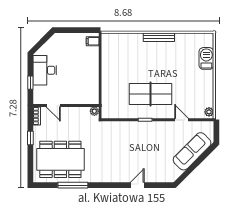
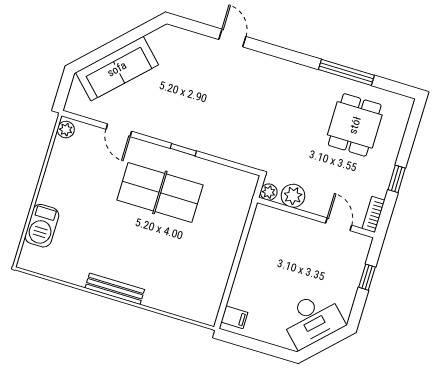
desk: (45, 70) -> (312, 319), moved, turned 45
plant: (81, 113) -> (293, 196), added
dining table: (60, 159) -> (355, 125), width x0.53, depth x0.80
door: (137, 185) -> (232, 38), swing flipped

